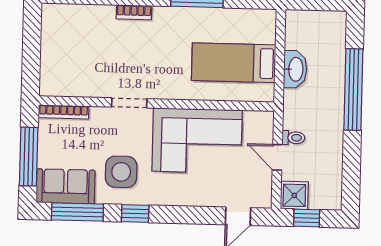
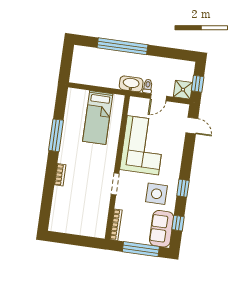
washbasin: (295, 69) -> (131, 84), moved
window: (77, 212) -> (178, 223), width x0.46

